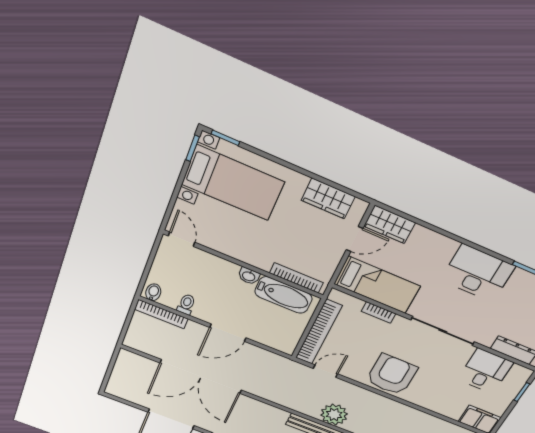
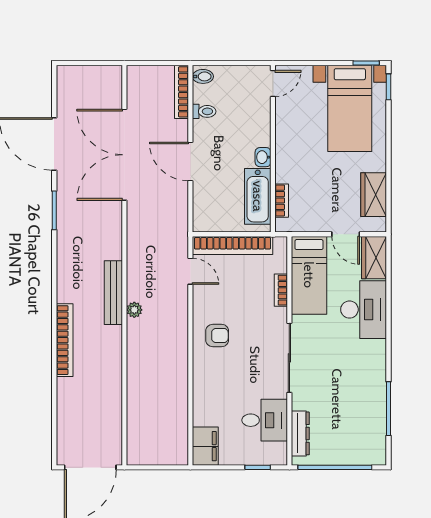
desk: (478, 273) -> (364, 310), moved
bookcase: (296, 278) -> (282, 201), width x0.64
armchair: (392, 375) -> (217, 335), width x0.53, depth x0.53
plant: (334, 415) -> (134, 310), width x0.53, depth x0.53

